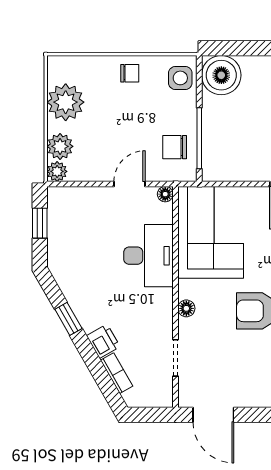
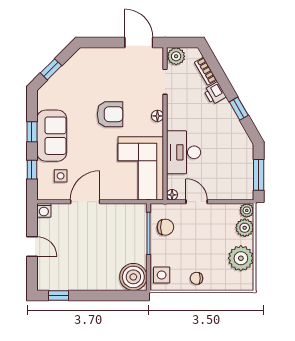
door: (130, 184) -> (197, 202), swing flipped
window: (40, 223) -> (259, 175), width x1.50
plant: (159, 395) -> (176, 56), added

